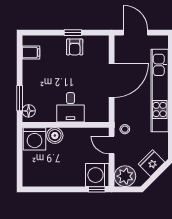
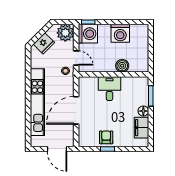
filing cabinet: (31, 52) -> (142, 128), width x2.00
floor lamp: (29, 111) -> (143, 111), moved
washing machine: (35, 139) -> (120, 33), moved, turned 180

